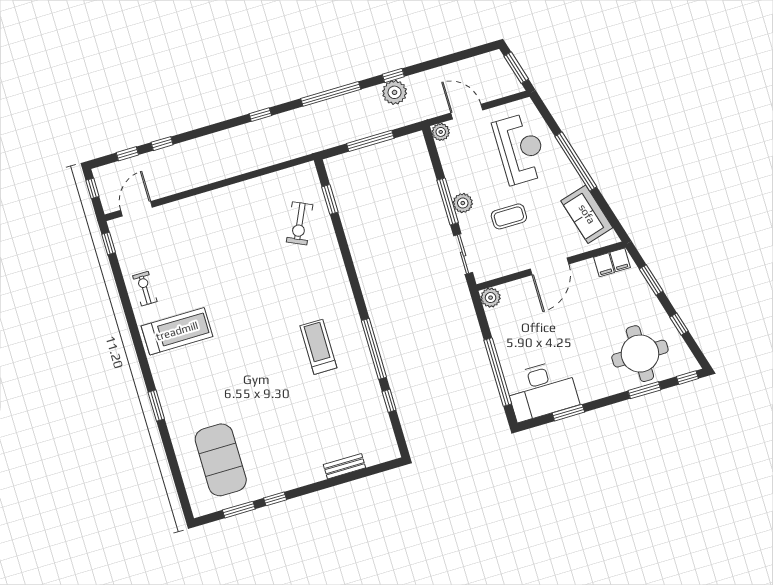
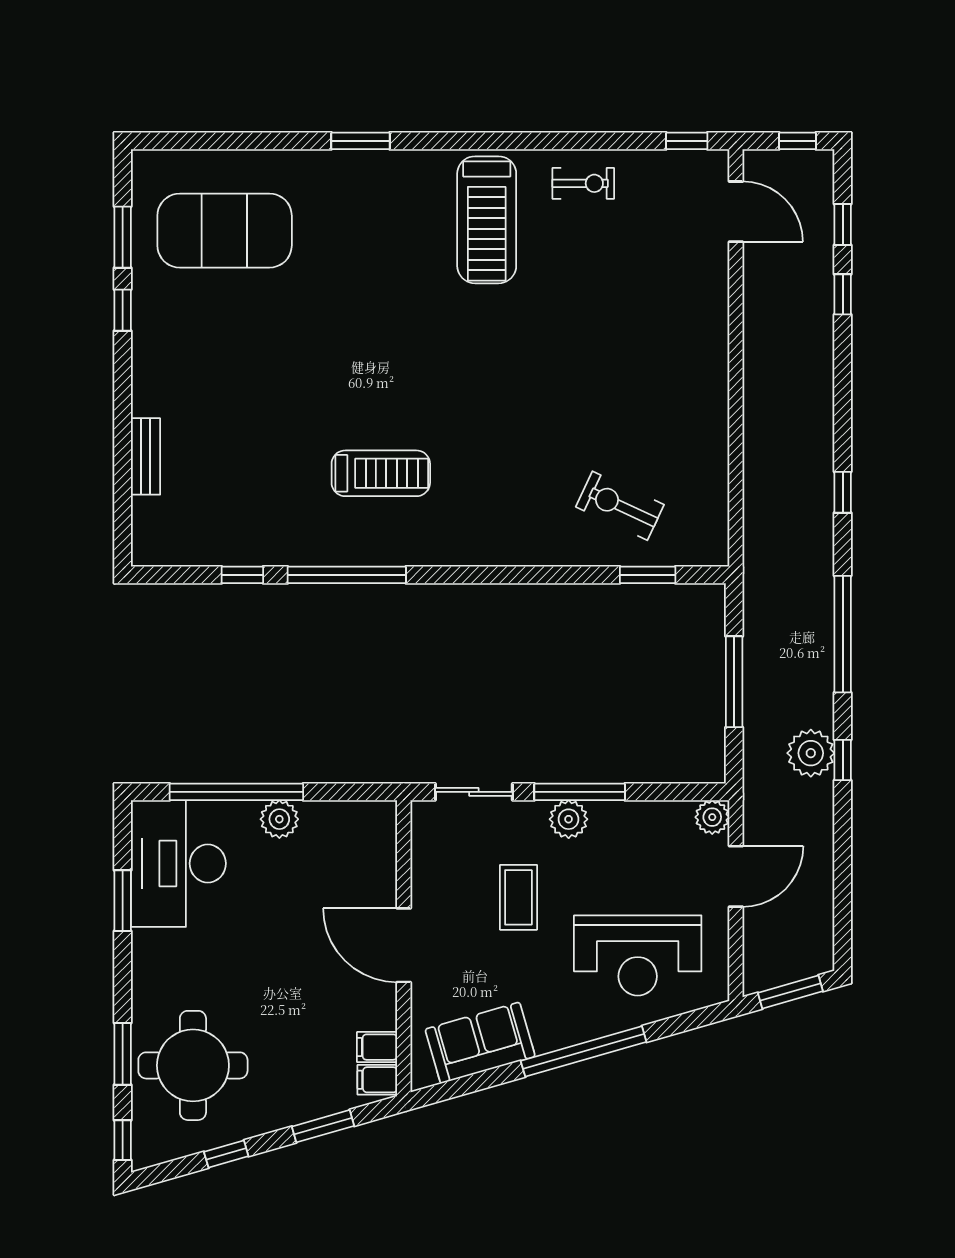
plant: (491, 298) -> (279, 819), moved

